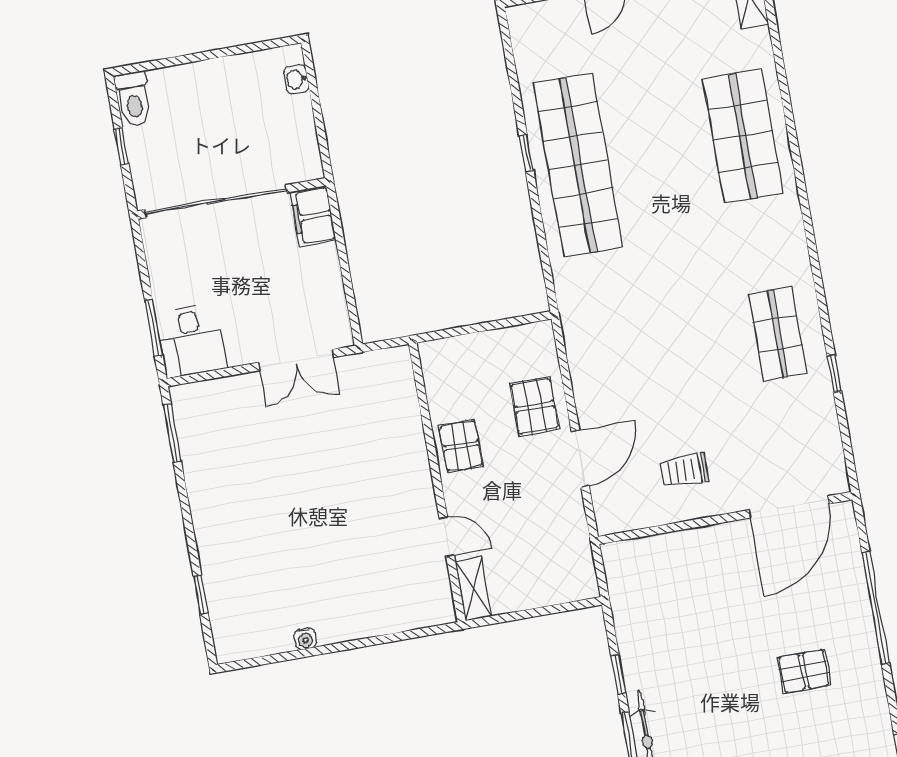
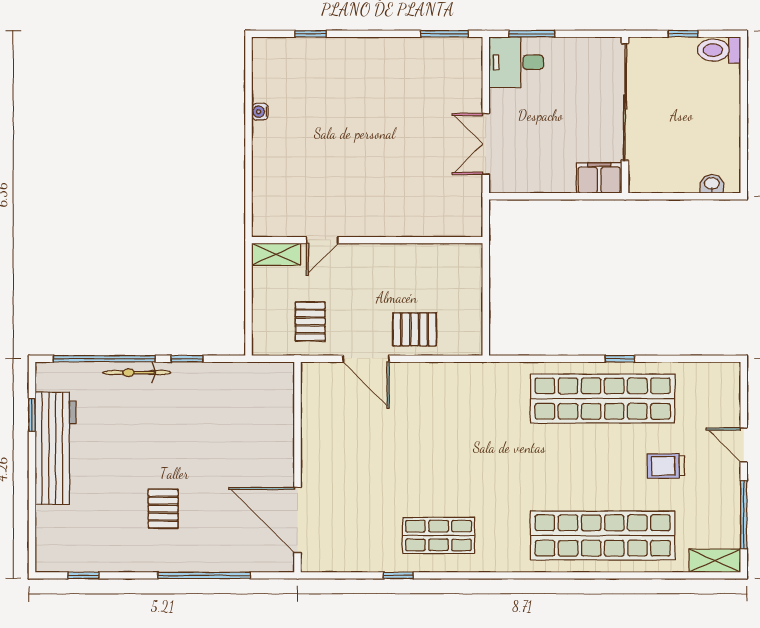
shop shelf: (743, 136) -> (603, 536), width x1.40
pallet: (461, 446) -> (310, 321), moved, turned 90
trolley: (684, 471) -> (666, 466), moved, turned -91

